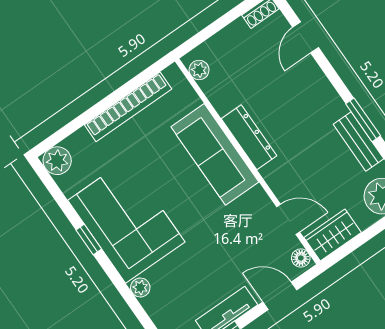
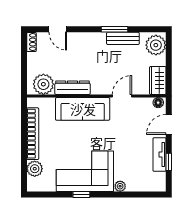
plant: (199, 70) -> (43, 84), width x1.87, depth x1.87
dresser: (249, 137) -> (73, 88), moved
plant: (57, 161) -> (35, 169), moved
door: (288, 219) -> (122, 96), moved

